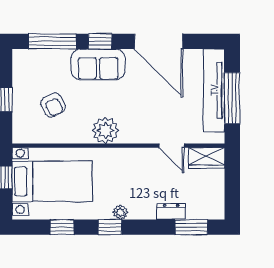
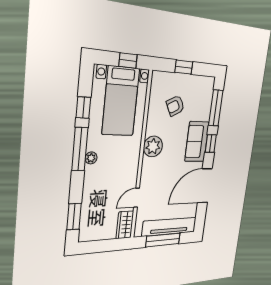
dresser: (171, 212) -> (88, 200), removed
window: (110, 227) -> (80, 149), width x2.17

